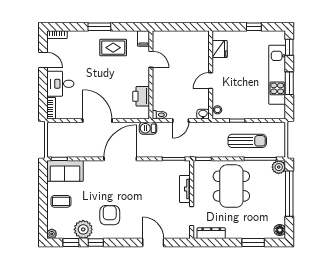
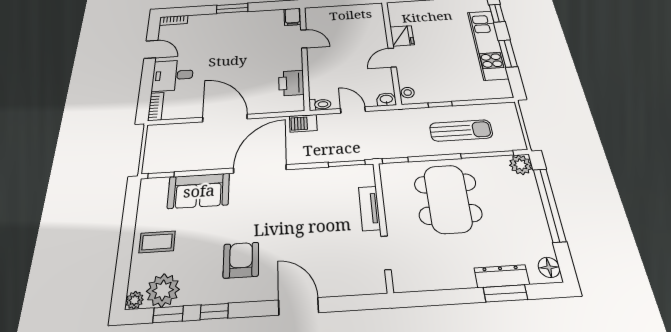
rug: (113, 48) -> (251, 29), removed
fridge: (220, 49) -> (402, 36), moved
door: (181, 121) -> (353, 110), swing flipped
sofa: (65, 171) -> (199, 191), moved
plant: (83, 229) -> (163, 290), moved
dresser: (211, 233) -> (502, 276), moved
door: (153, 243) -> (299, 306), moved

